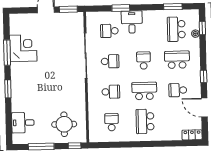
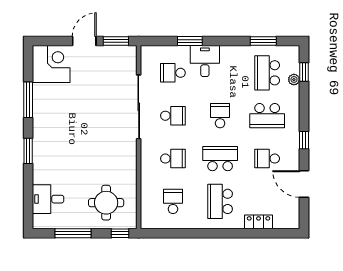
corner desk: (23, 48) -> (51, 64), moved
school desk: (177, 60) -> (267, 116), turned 180
locker: (192, 135) -> (258, 222), moved

